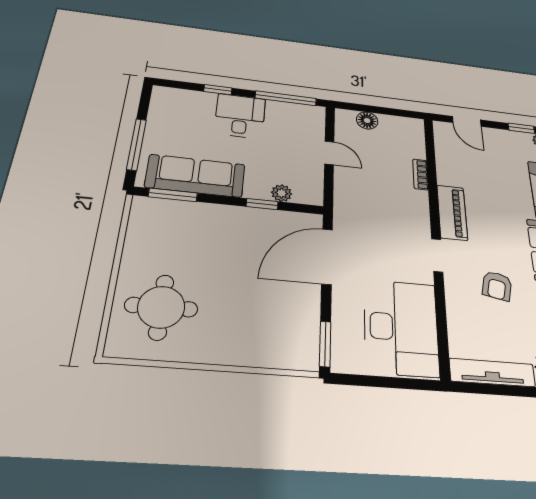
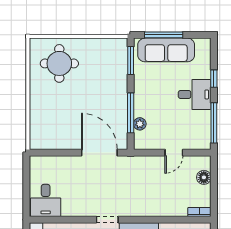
bookcase: (421, 174) -> (199, 212), moved
sofa: (195, 176) -> (166, 50), moved, turned 90
window: (262, 204) -> (131, 113), width x2.17
desk: (401, 327) -> (46, 200), width x0.53, depth x0.77
window: (325, 344) -> (45, 153), removed

